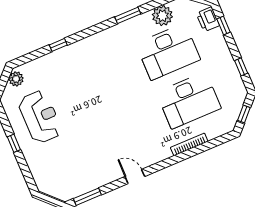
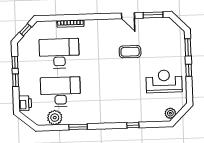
window: (224, 26) -> (16, 80), moved
reception desk: (40, 117) -> (164, 81), turned 90
coffee table: (99, 138) -> (130, 52), added
window: (26, 172) -> (188, 47), added
door: (135, 177) -> (128, 16), moved

